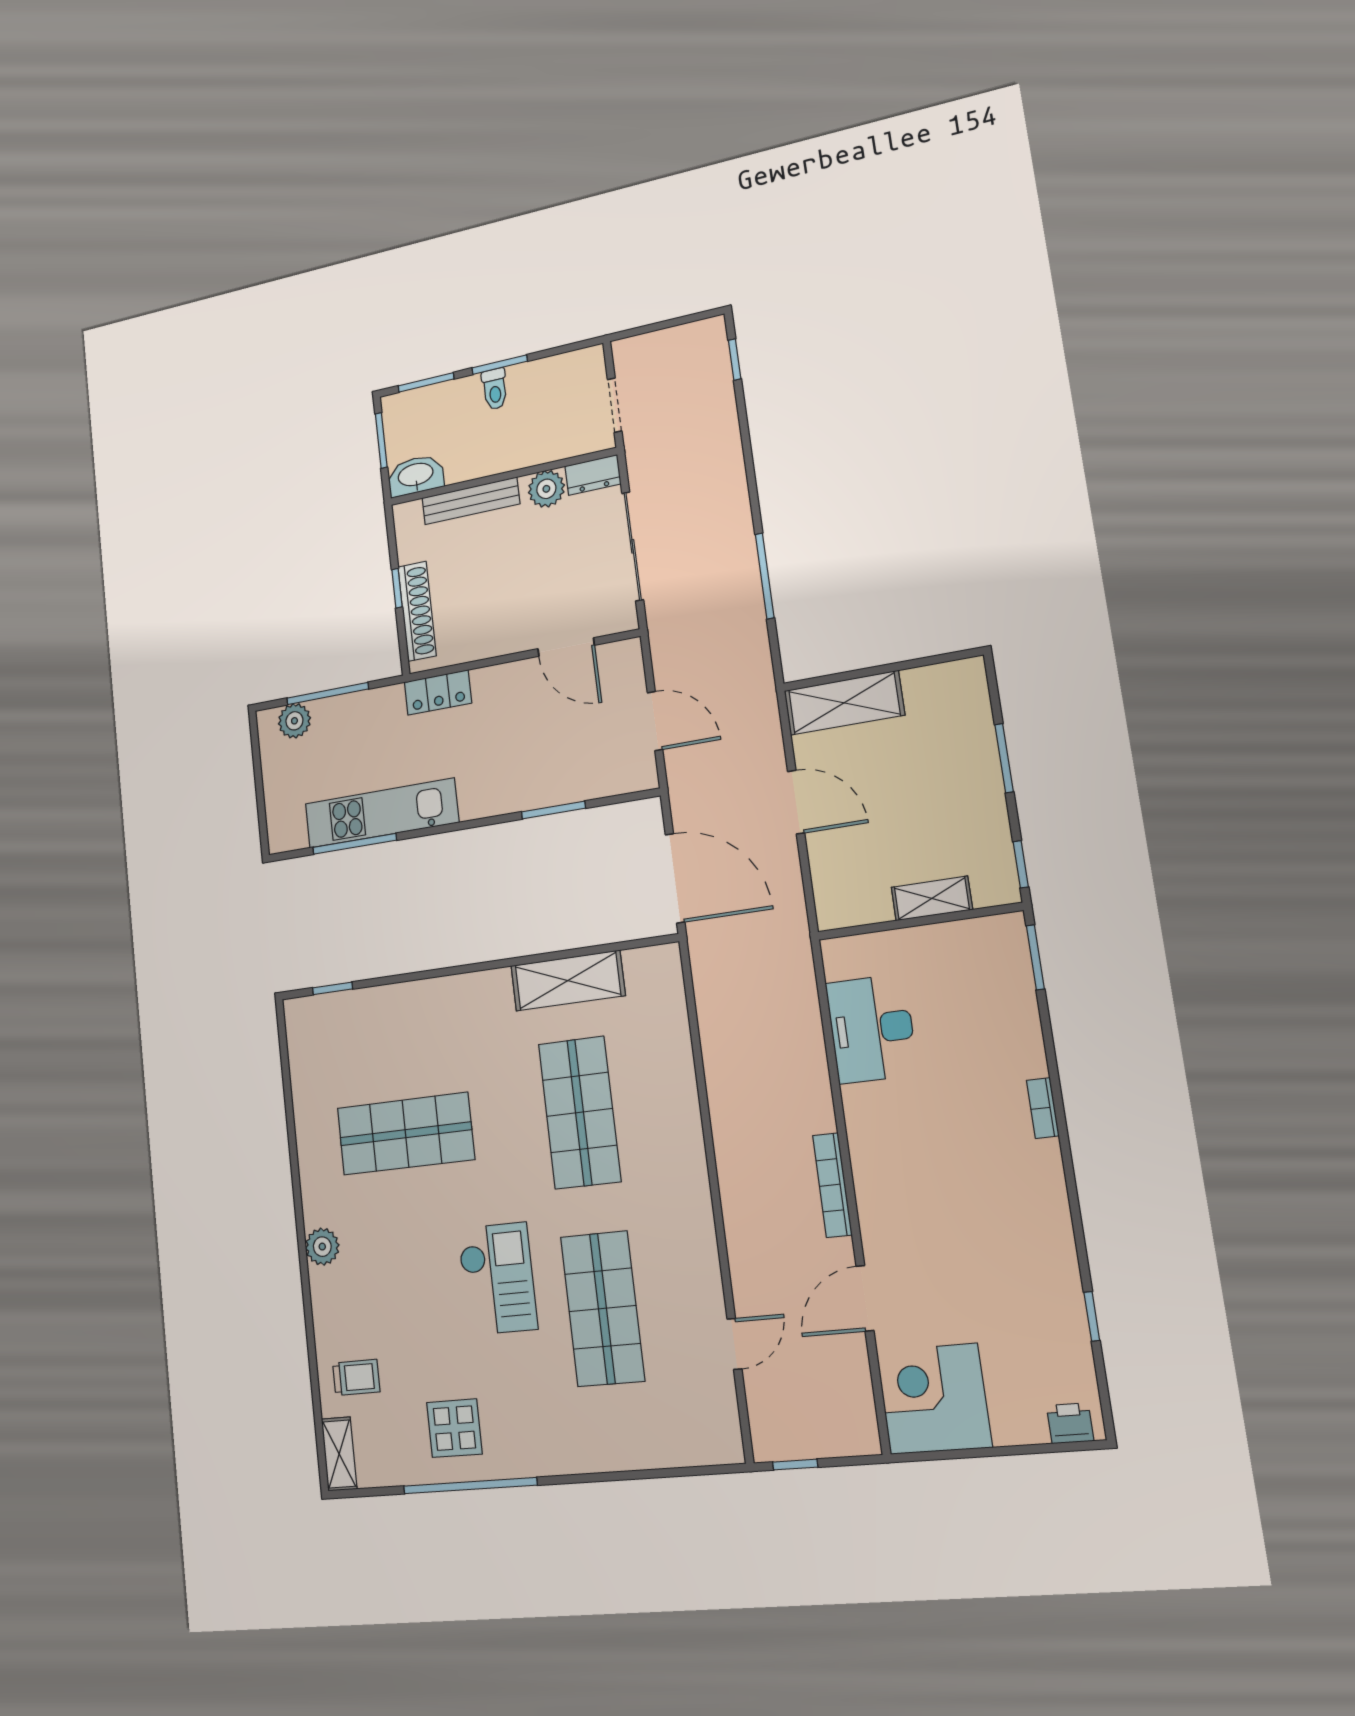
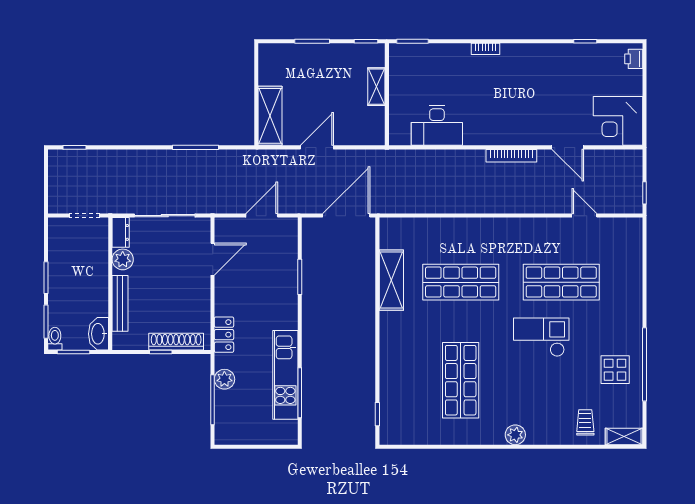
toilet: (495, 389) -> (55, 339), moved, turned -90
plant: (294, 721) -> (224, 379), moved

